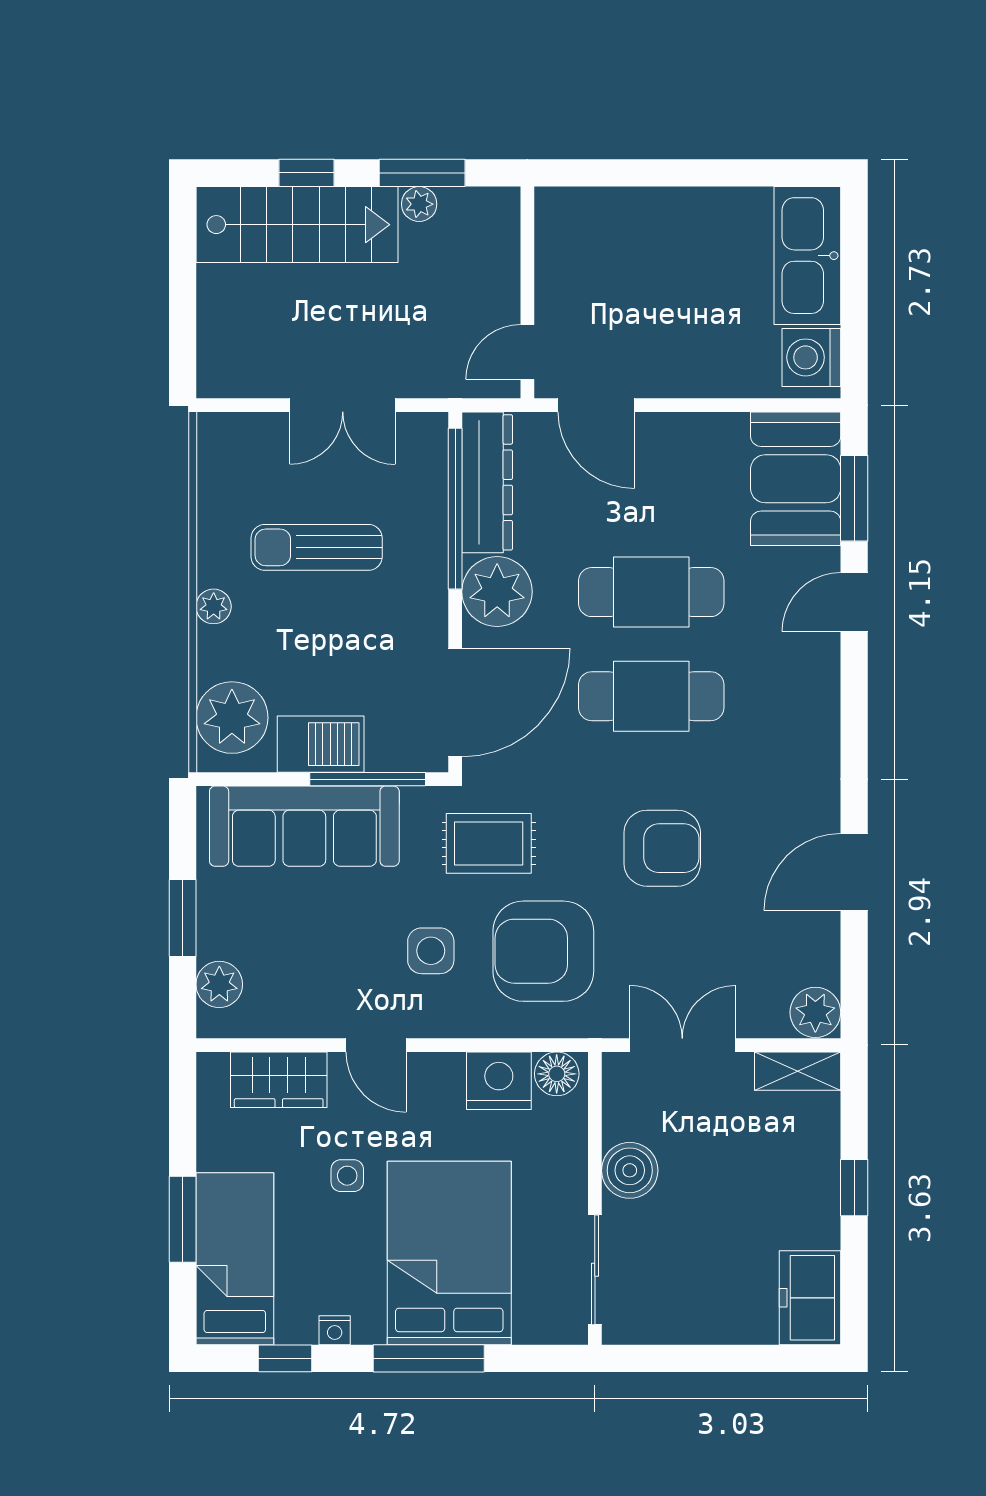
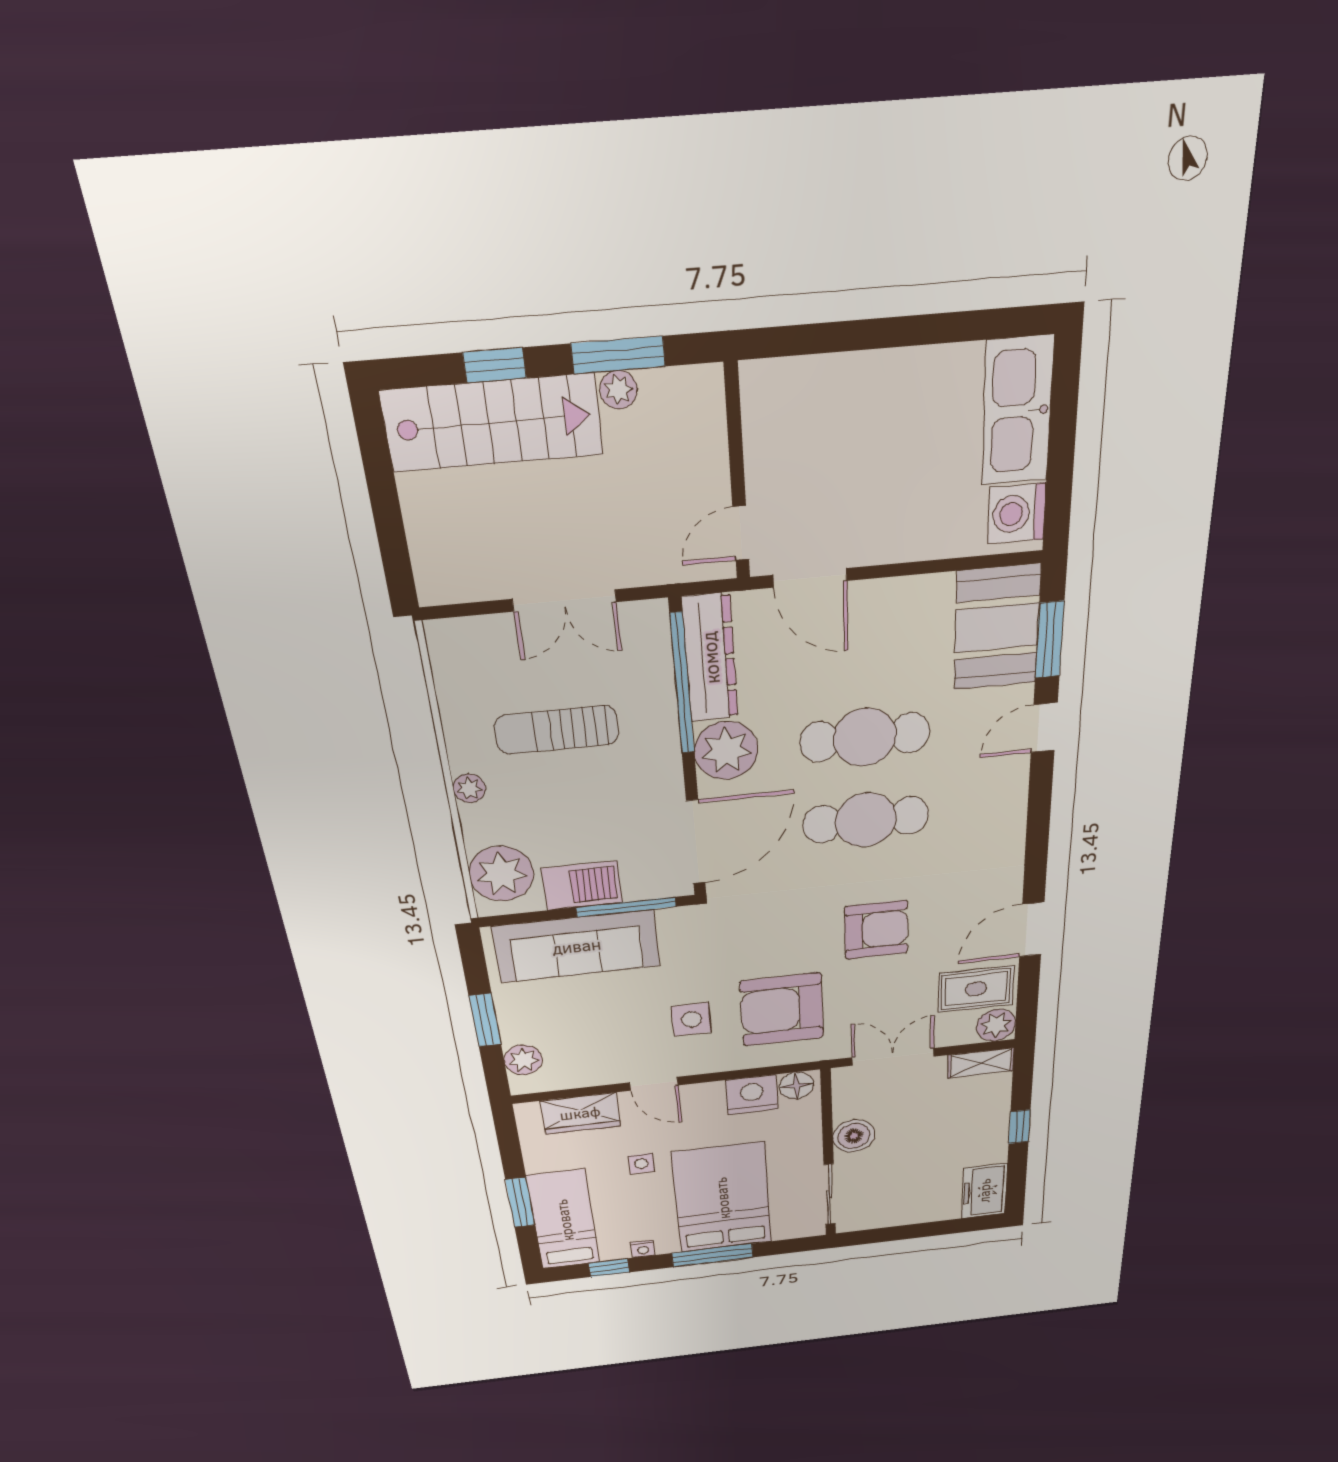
rug: (489, 843) -> (976, 989), moved

